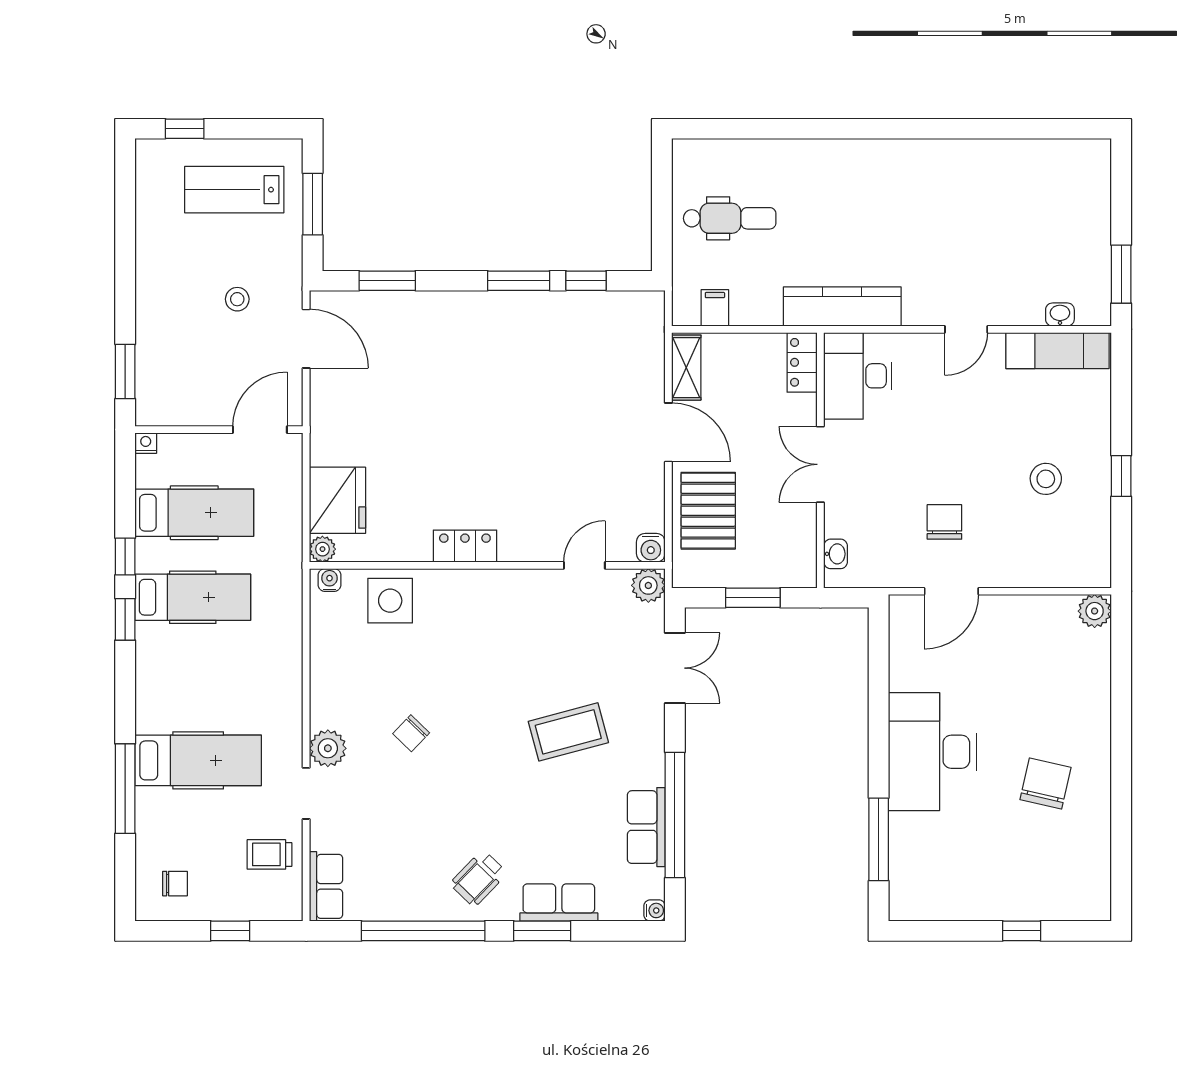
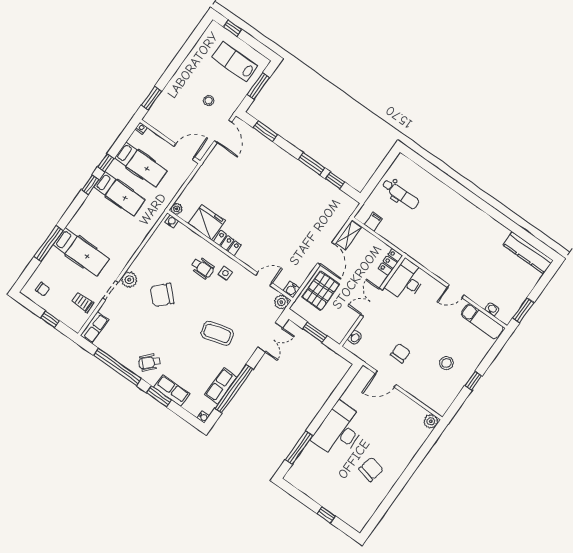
kitchen counter: (842, 306) -> (528, 253), moved, turned 180
fridge: (337, 500) -> (207, 222), moved, turned -90
side table: (390, 601) -> (225, 273), moved, width x0.54, depth x0.54
wheelchair: (451, 627) -> (202, 268), added
chair: (411, 733) -> (162, 295), width x1.87, depth x1.87

